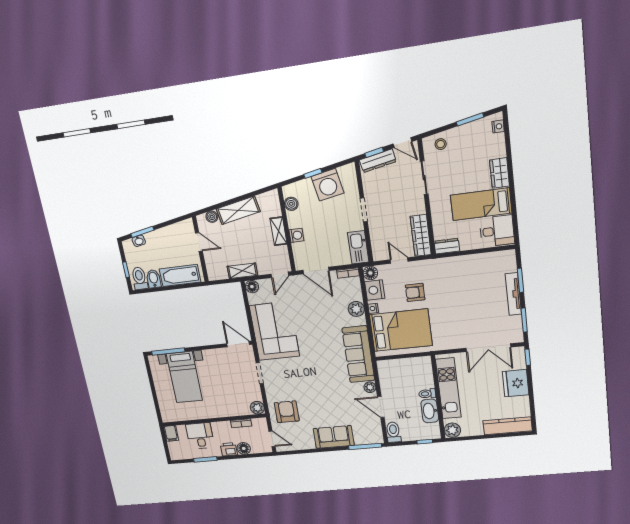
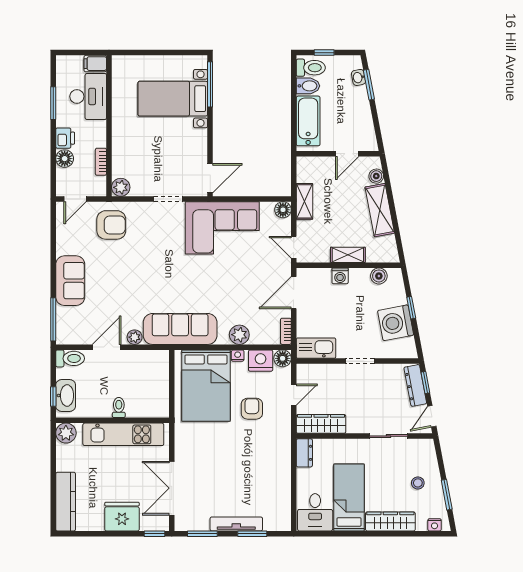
stool: (441, 144) -> (418, 483), moved
wardrobe: (499, 173) -> (390, 521), width x1.50
washbasin: (430, 411) -> (66, 396), moved, turned 90
desk: (200, 436) -> (88, 96), width x1.37

